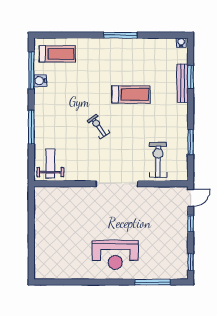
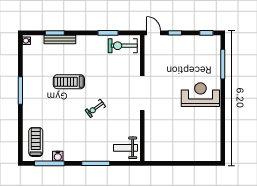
treadmill: (131, 94) -> (69, 82), turned -90
exercise bike: (158, 160) -> (123, 46), moved
reception desk: (115, 255) -> (200, 95), turned -90

